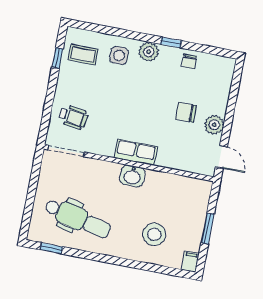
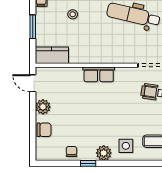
chair: (186, 112) -> (44, 130), moved
washbasin: (132, 176) -> (98, 56), removed
kitchen counter: (190, 188) -> (52, 55), added
stool: (154, 234) -> (73, 14), width x0.53, depth x0.53

